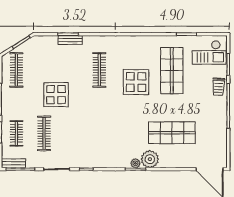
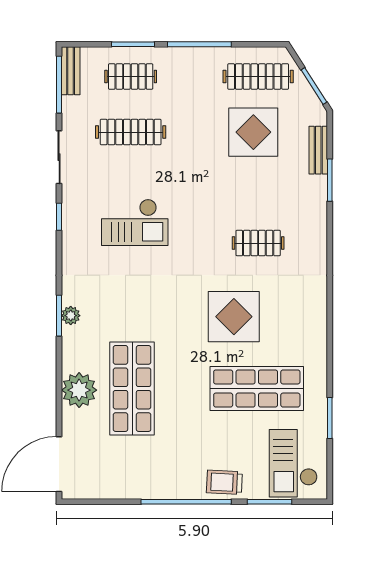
bench: (70, 40) -> (318, 150), moved
clothes rail: (99, 70) -> (258, 243), width x0.73
display table: (56, 95) -> (253, 132), moved
checkout: (89, 131) -> (135, 222), added
plant: (150, 159) -> (79, 390), moved

